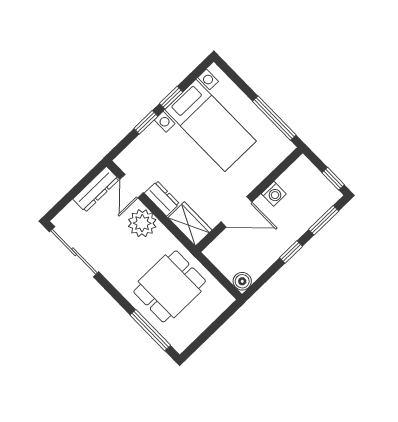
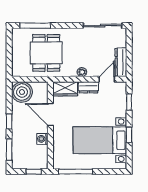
window: (146, 122) -> (129, 102), moved
window: (333, 179) -> (34, 172), moved
door: (132, 186) -> (107, 79), hinge flipped
door: (236, 212) -> (50, 115), hinge flipped
plant: (142, 223) -> (82, 72), width x0.53, depth x0.53
boiler: (242, 281) -> (22, 92), width x1.86, depth x1.86

